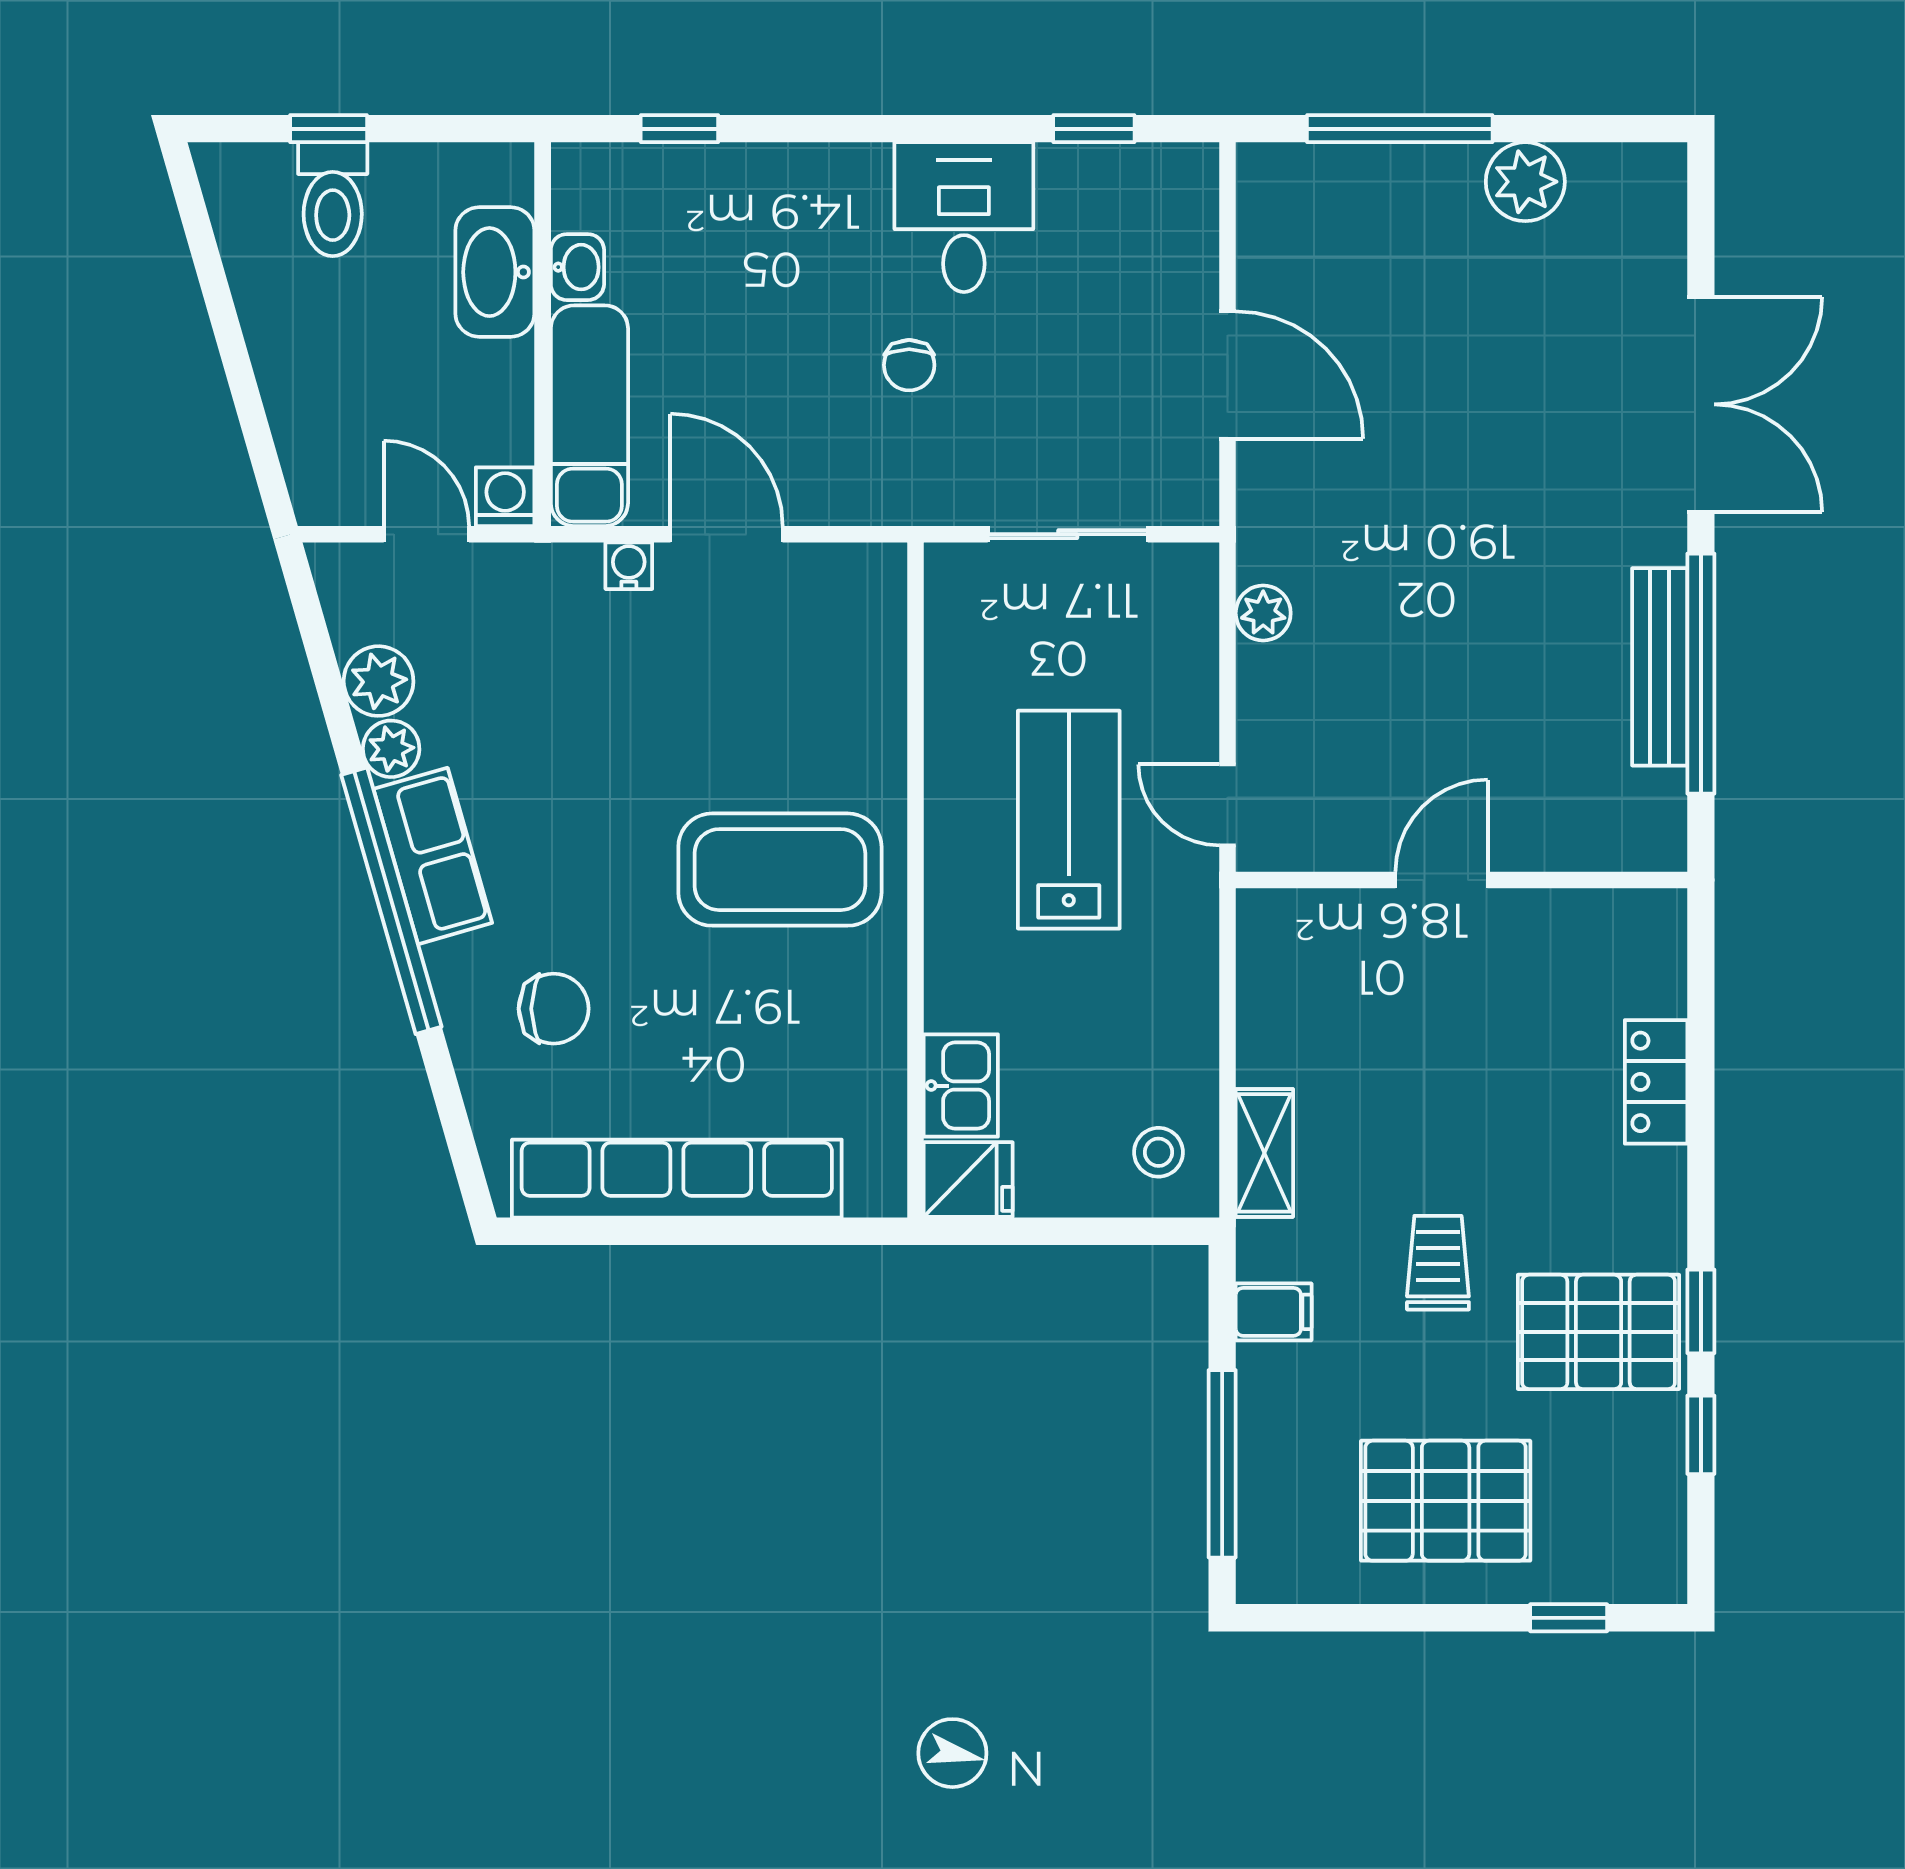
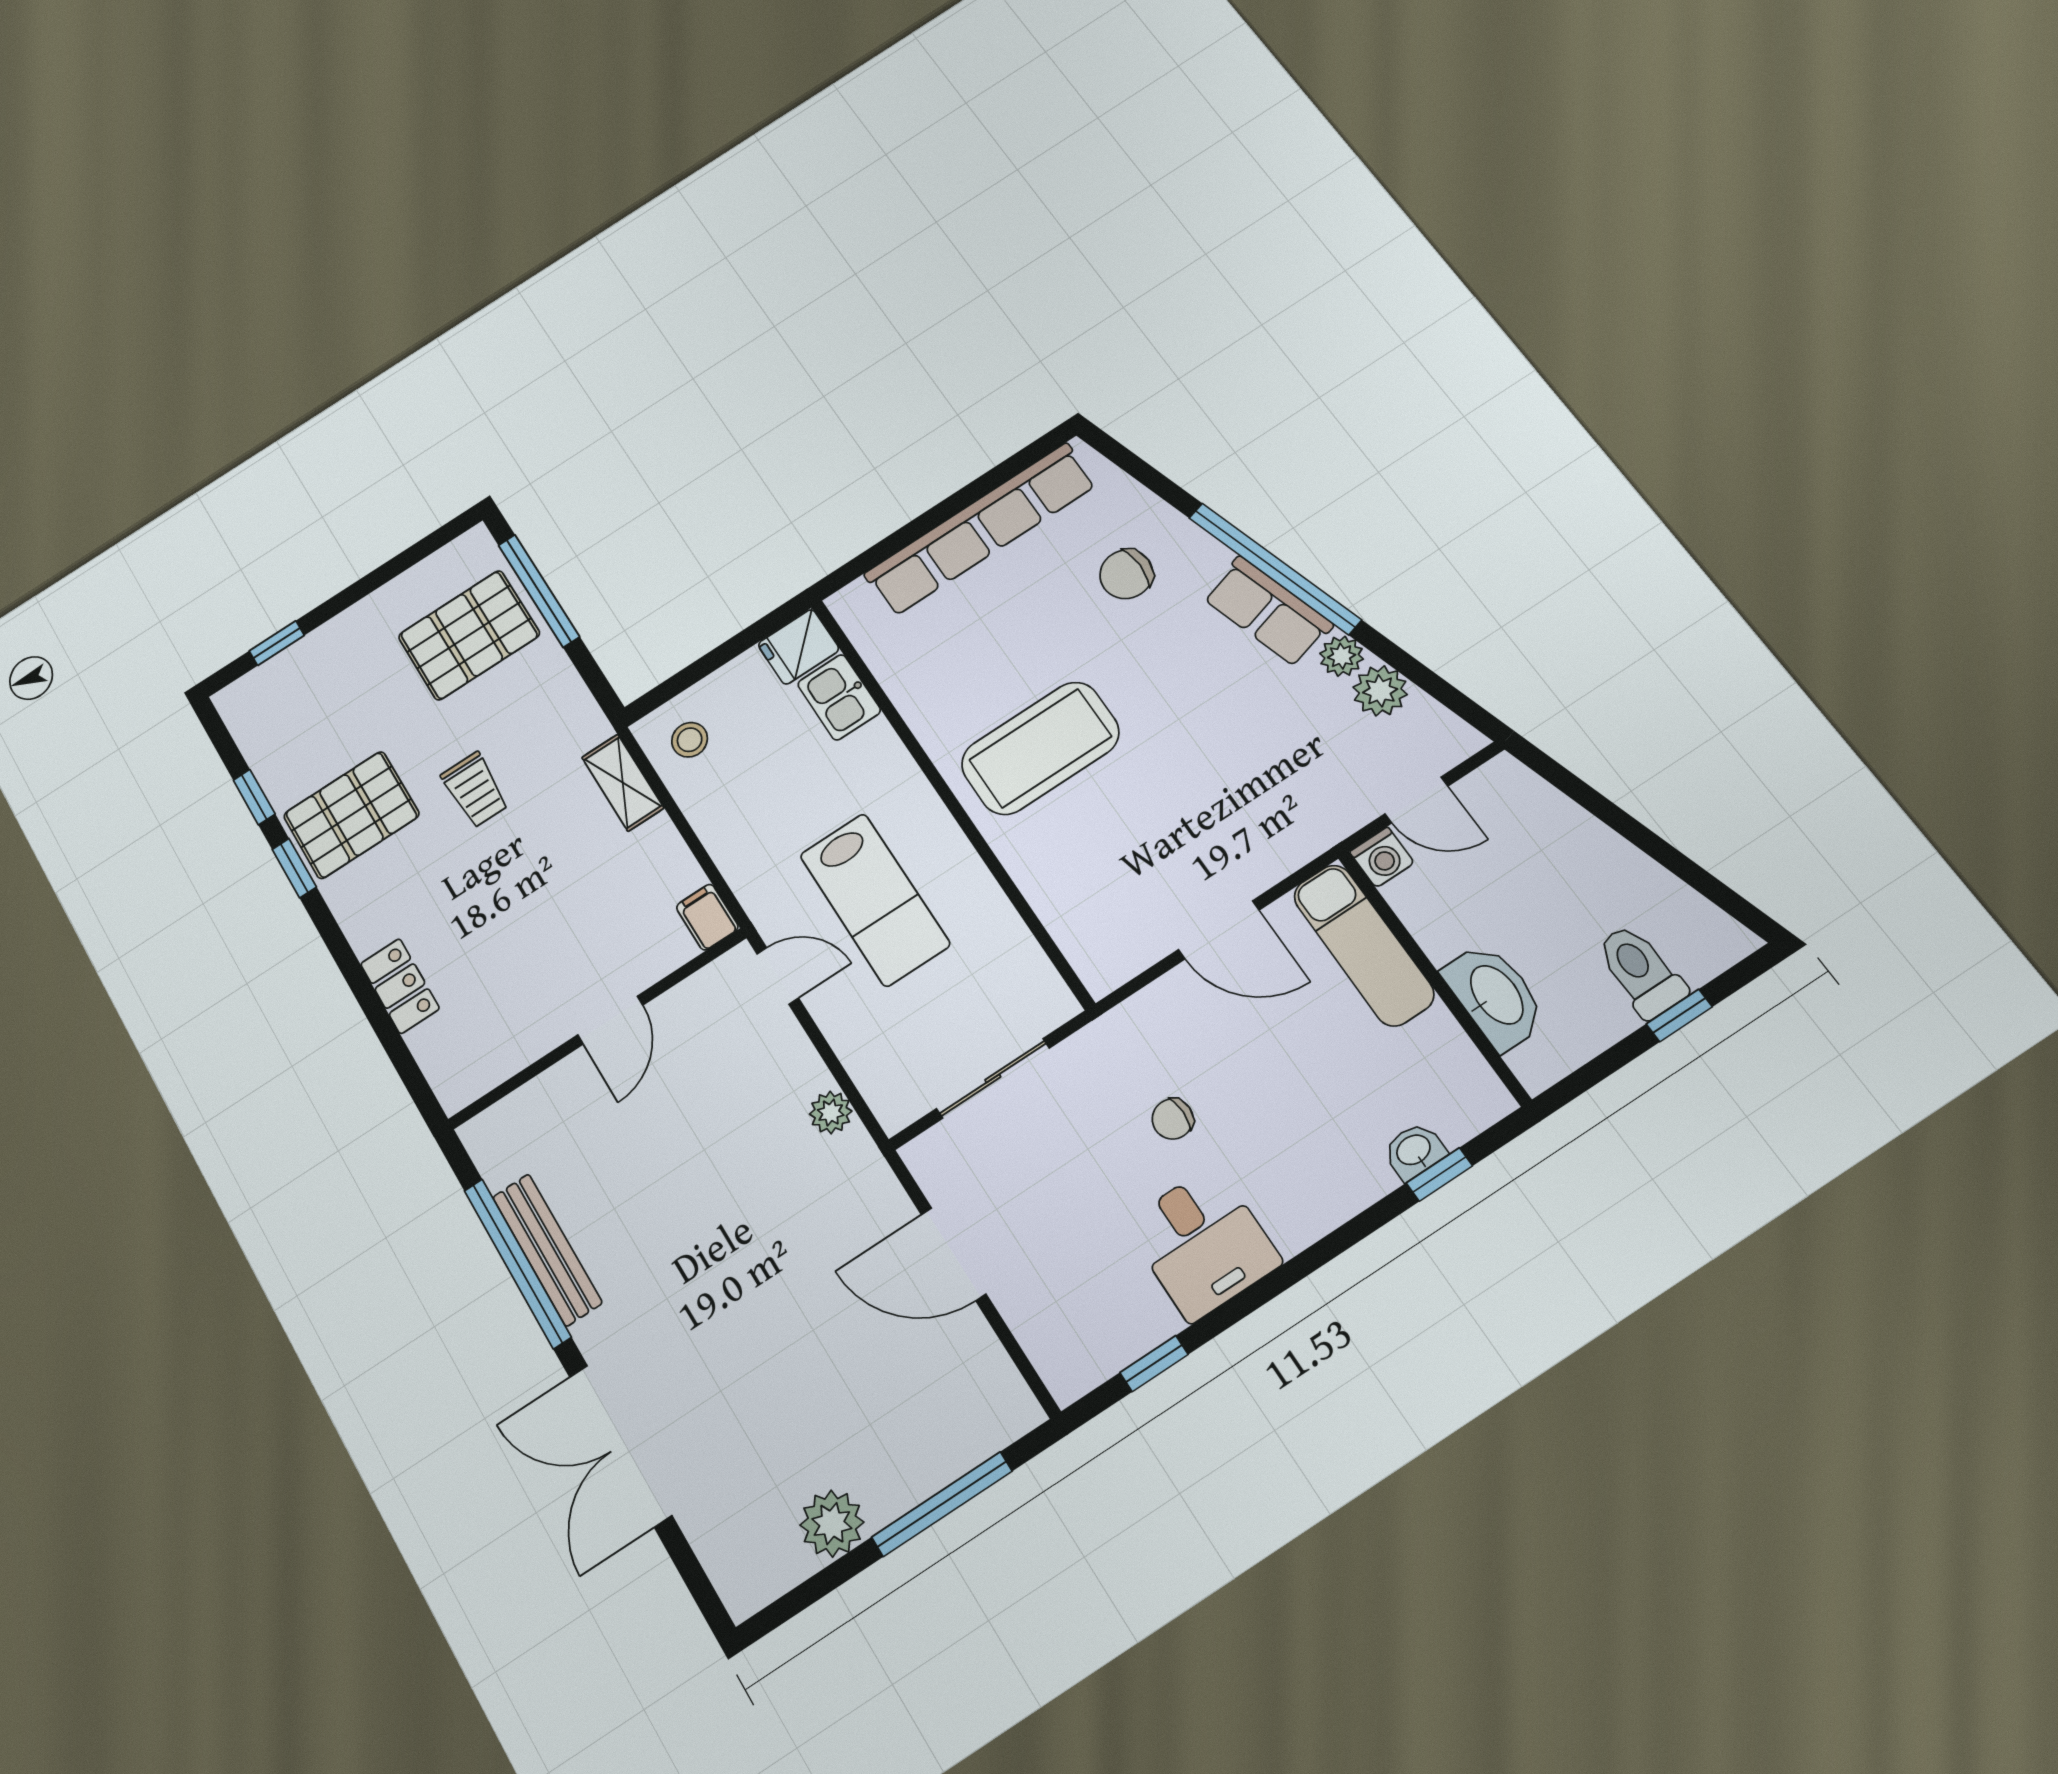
washbasin: (577, 267) -> (1414, 1151), moved, turned 90
chair: (909, 365) -> (1173, 1119), turned -90
water cooler: (629, 566) -> (1269, 868), removed
filing cabinet: (1274, 1312) -> (707, 917), moved, turned 90
pallet: (1446, 1501) -> (469, 635), moved

